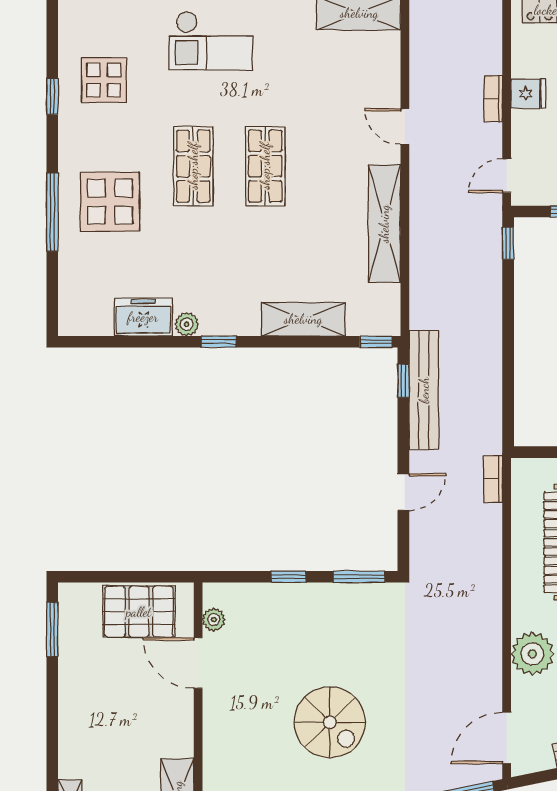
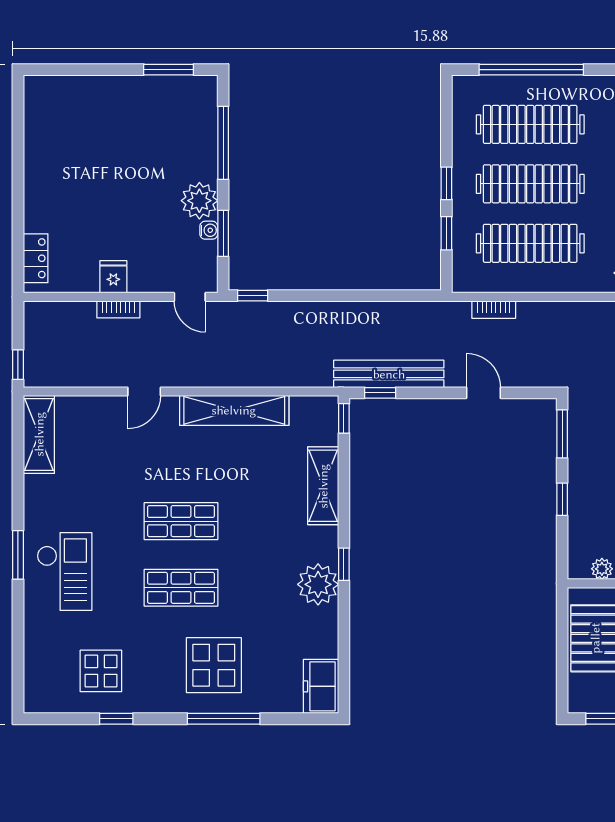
freezer: (143, 317) -> (321, 686), moved
plant: (187, 324) -> (318, 584), width x1.87, depth x1.87
bookcase: (493, 479) -> (494, 310), moved

